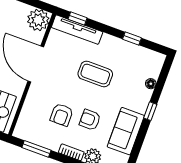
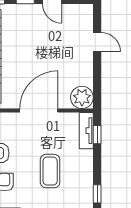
tv unit: (77, 30) -> (86, 131), width x0.71

